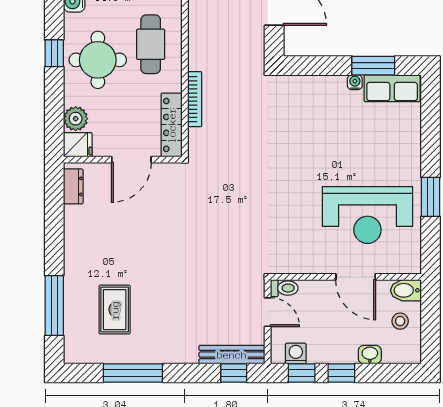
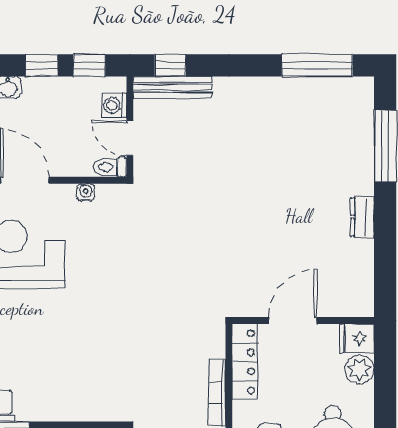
water cooler: (355, 82) -> (86, 192), moved, turned 180
dresser: (73, 186) -> (362, 217), moved
rug: (115, 310) -> (313, 141), removed
washing machine: (296, 354) -> (114, 105), moved, turned 90
window: (133, 373) -> (317, 65), moved

